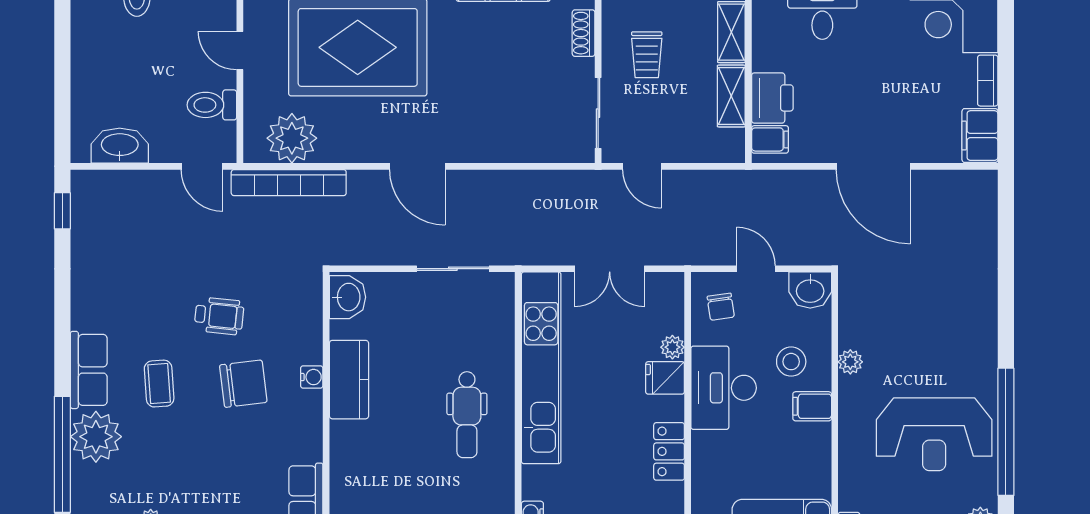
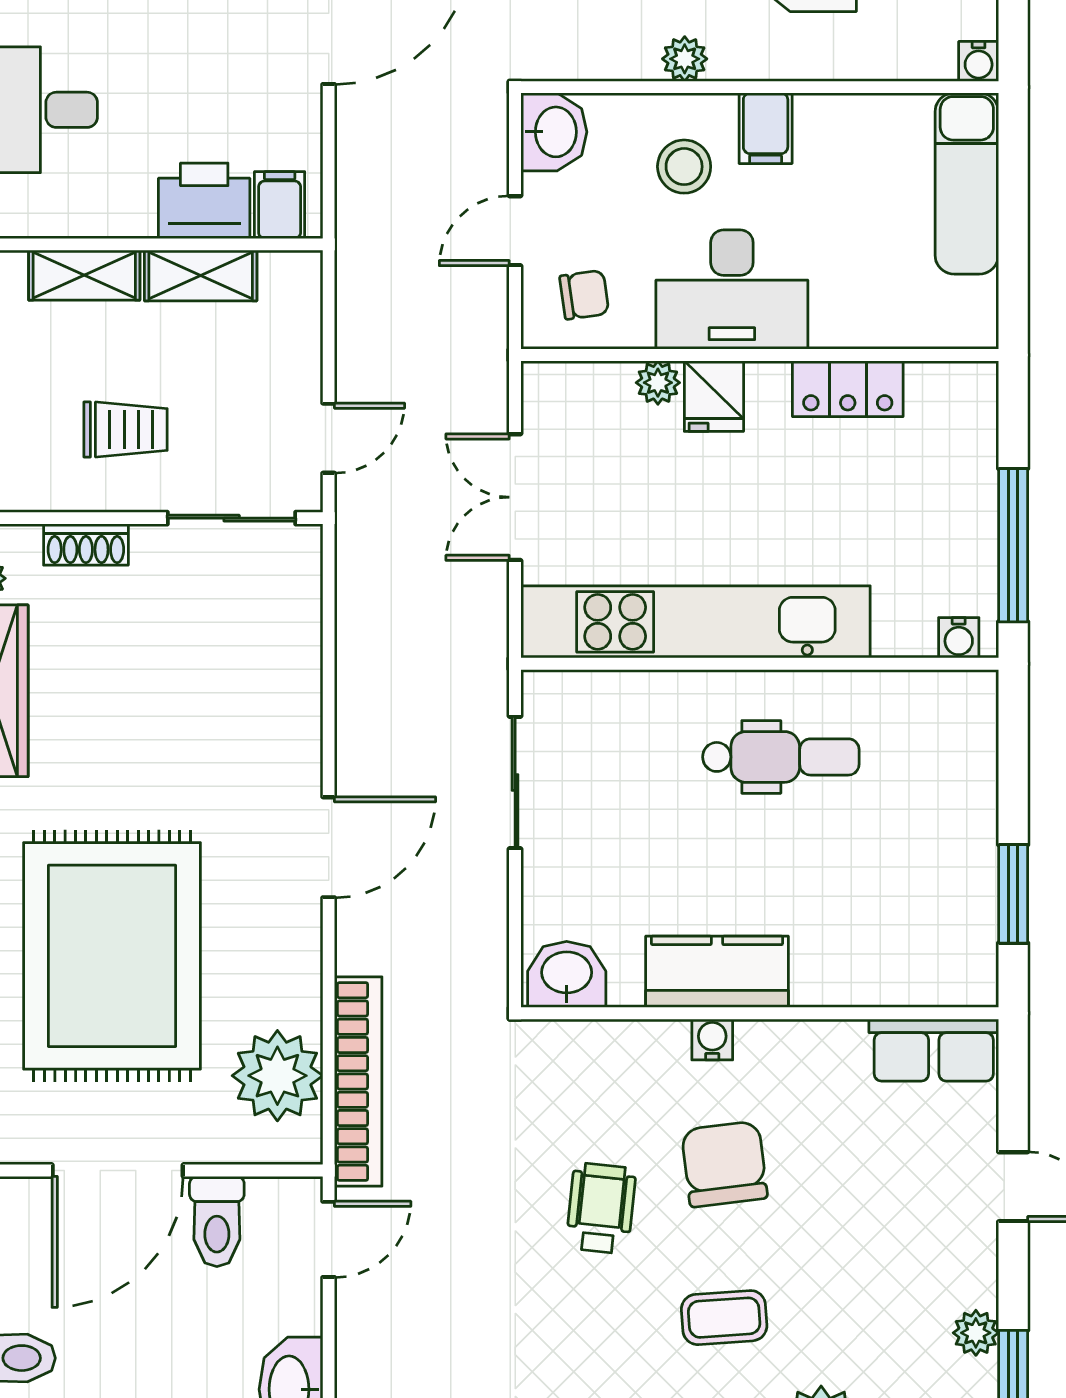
door: (240, 50) -> (118, 1171), width x1.88
double door: (610, 269) -> (515, 497), swing flipped

